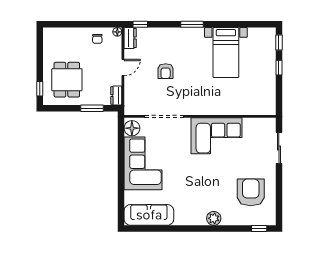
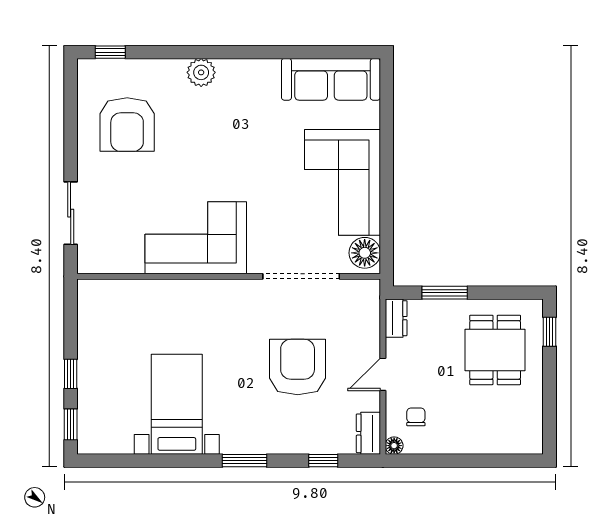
window: (140, 24) -> (323, 461), moved
chair: (97, 39) -> (416, 417), moved
armchair: (166, 71) -> (298, 367), width x1.88, depth x1.88

